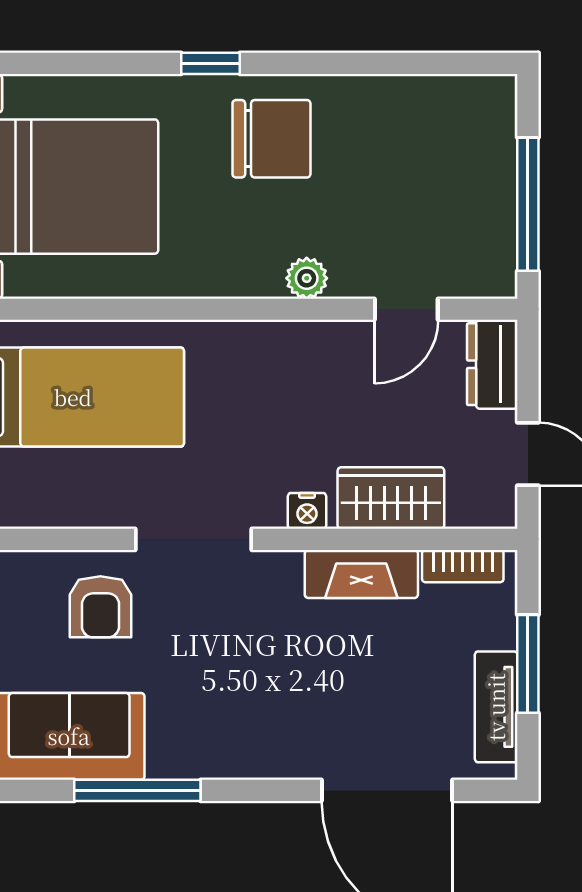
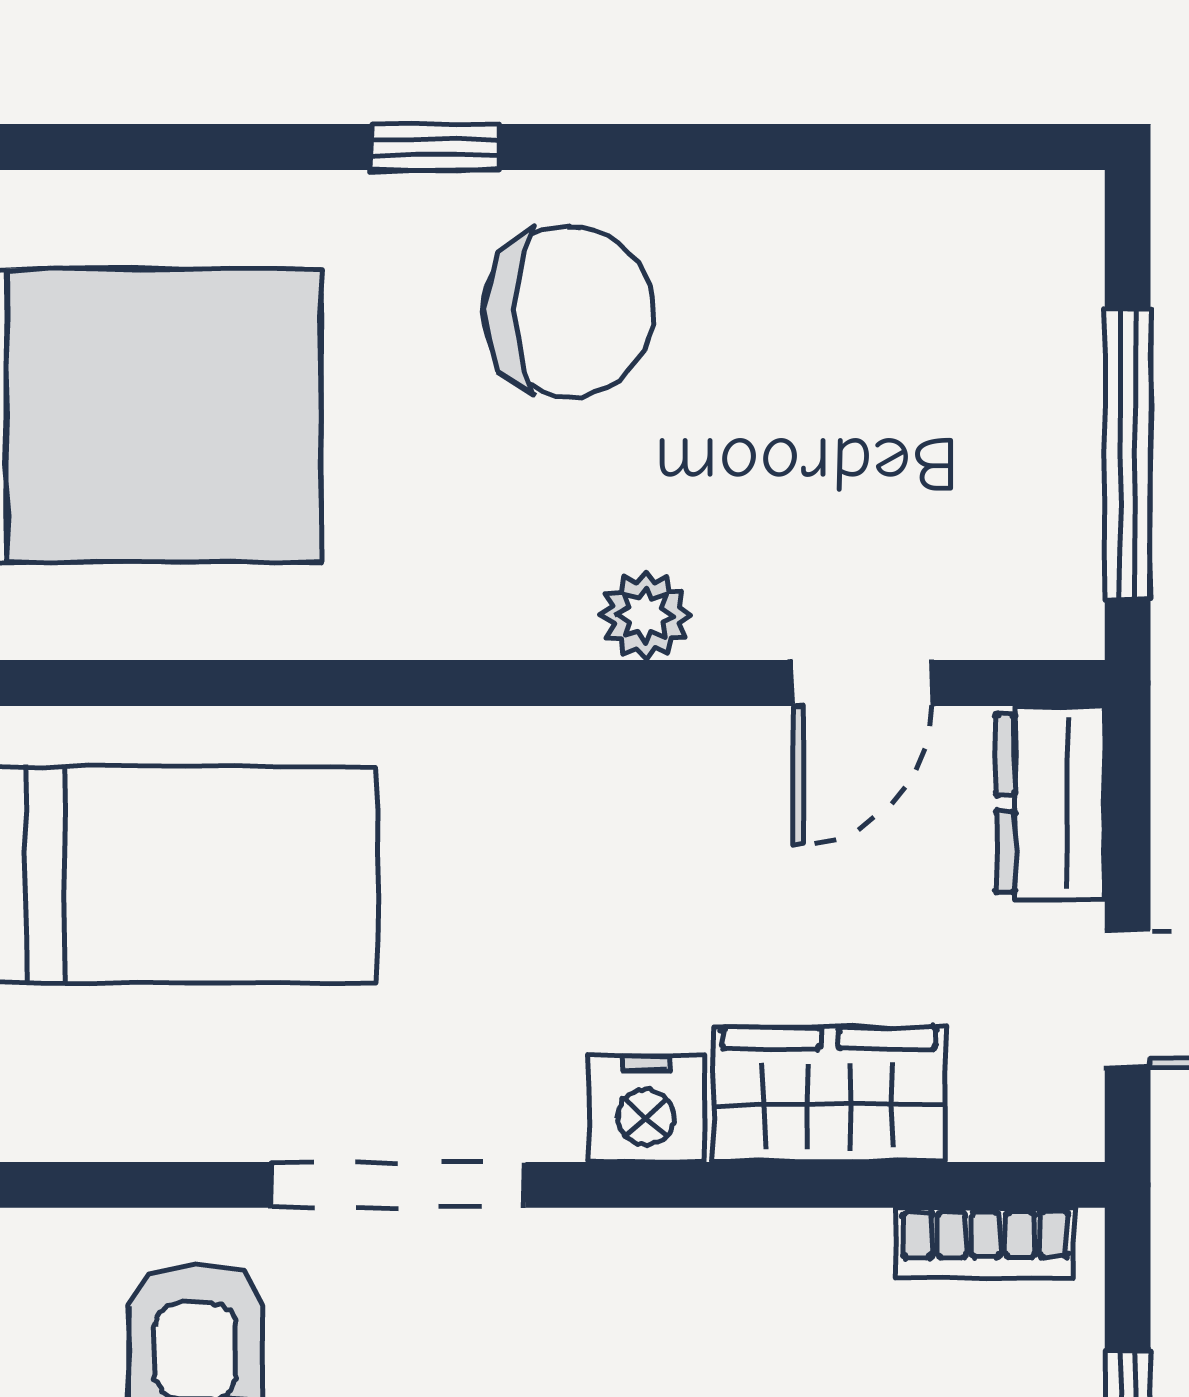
nightstand: (307, 511) -> (646, 1109), width x1.39, depth x1.35
fireplace: (361, 574) -> (765, 1260), removed

